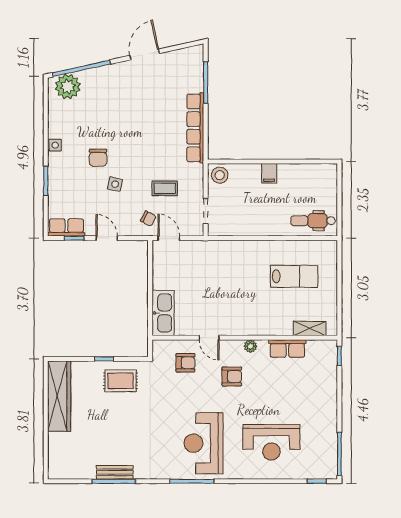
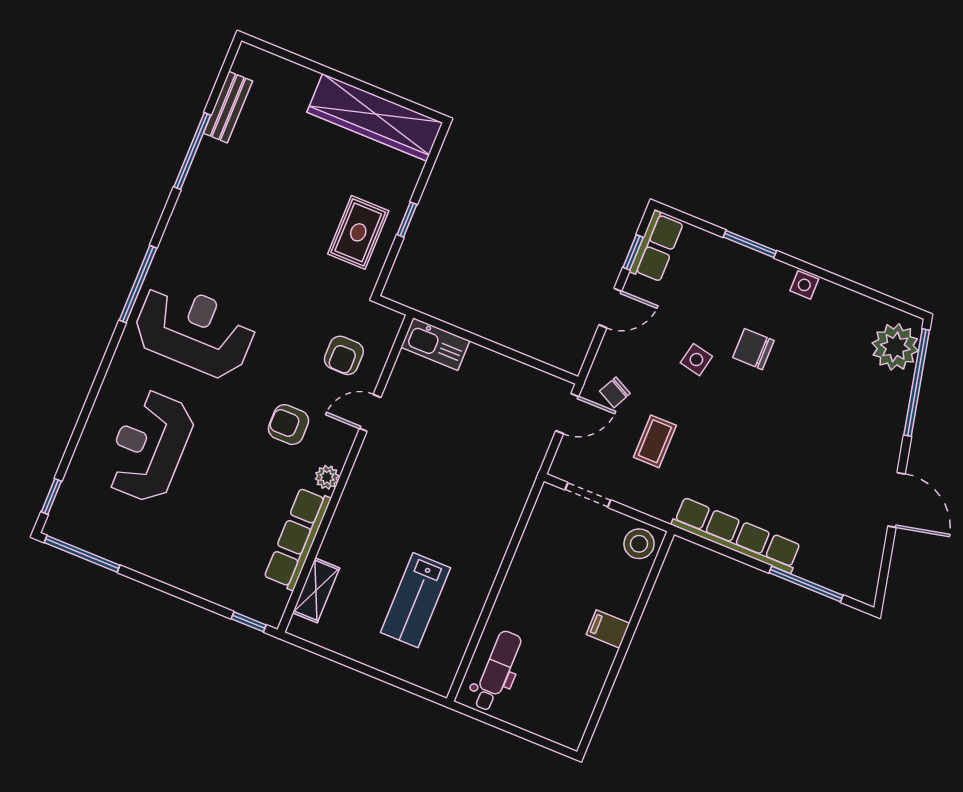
kitchen sink: (163, 313) -> (435, 344), width x0.73, depth x0.81
row of seats: (287, 349) -> (297, 539), width x1.48
armchair: (232, 376) -> (288, 425), turned 90
bench: (115, 472) -> (228, 107), moved

